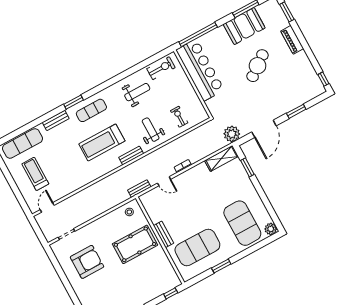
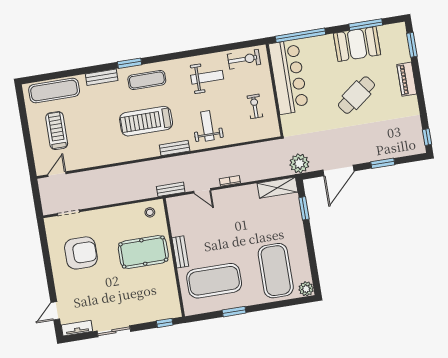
exercise bike: (179, 117) -> (255, 106), moved

